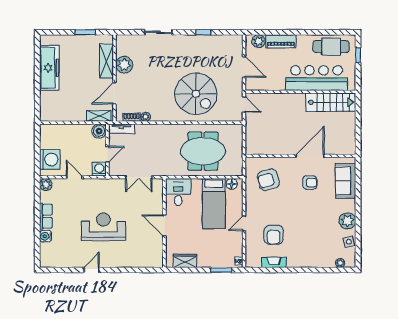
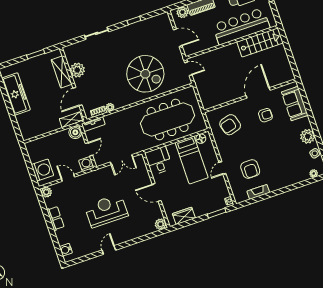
meeting table: (203, 151) -> (168, 120), width x1.36
water cooler: (46, 236) -> (66, 250), moved
plant: (157, 261) -> (161, 224), added

